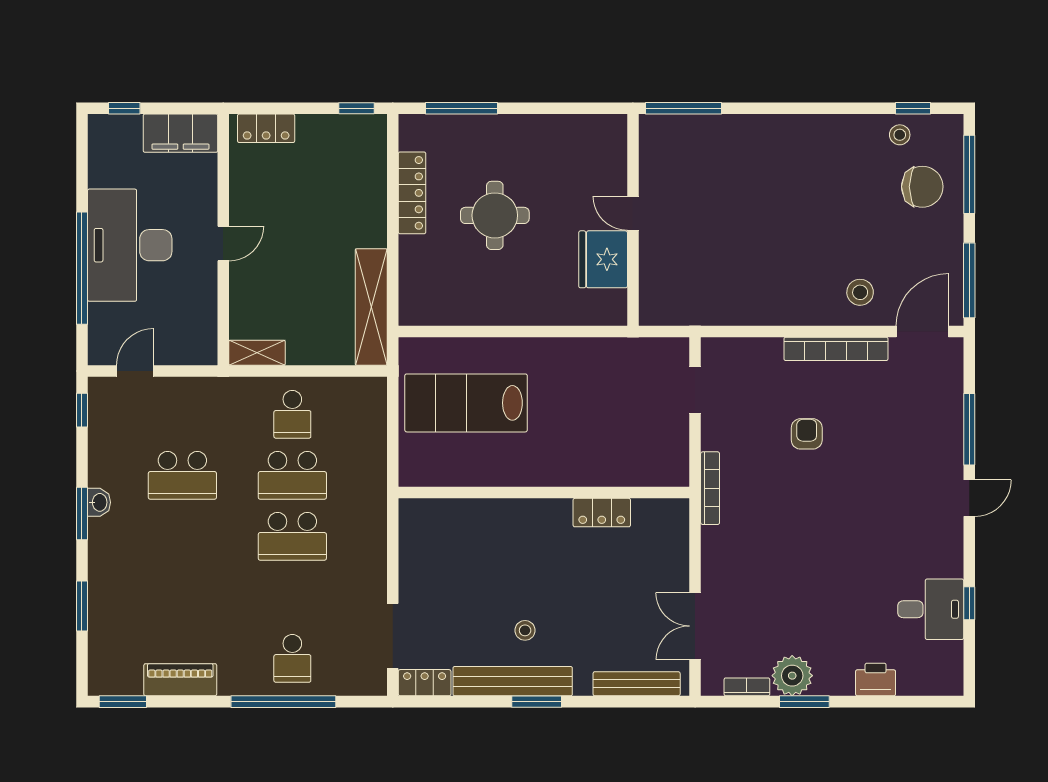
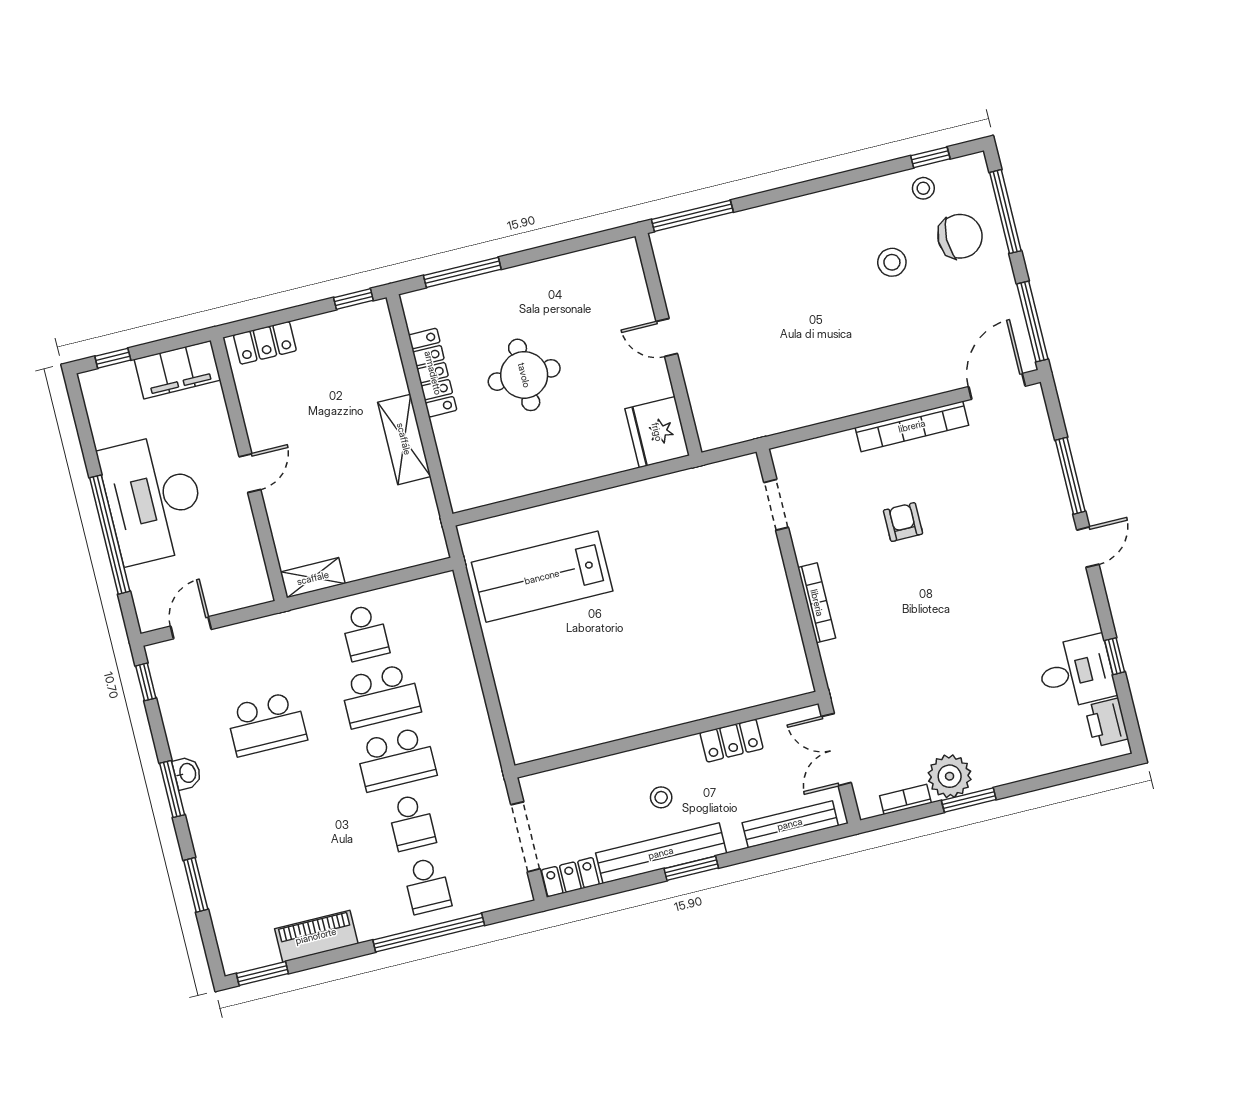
fridge: (603, 259) -> (657, 432), moved
stool: (860, 292) -> (892, 262), moved
shelving: (371, 307) -> (404, 439), moved, width x0.68
wall: (544, 493) -> (666, 735), moved
locker: (602, 513) -> (732, 741), moved
school desk: (292, 597) -> (412, 822), added
printer: (876, 680) -> (1107, 722), moved, turned -90

